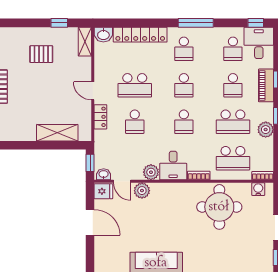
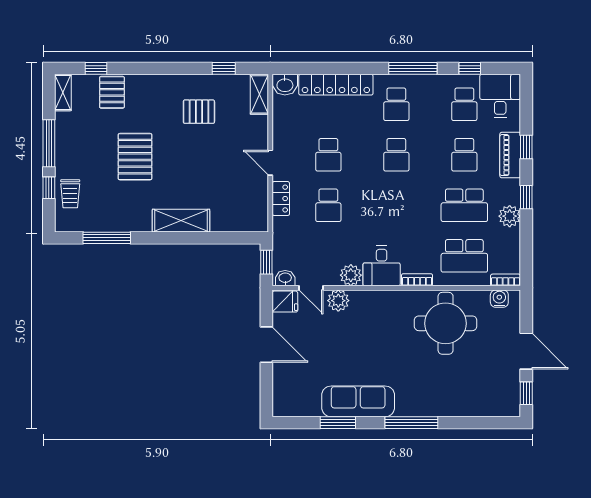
window: (256, 23) -> (470, 68), moved
school desk: (135, 85) -> (328, 155), width x0.54
school desk: (184, 122) -> (396, 205), removed
shelving: (57, 133) -> (181, 221), moved

